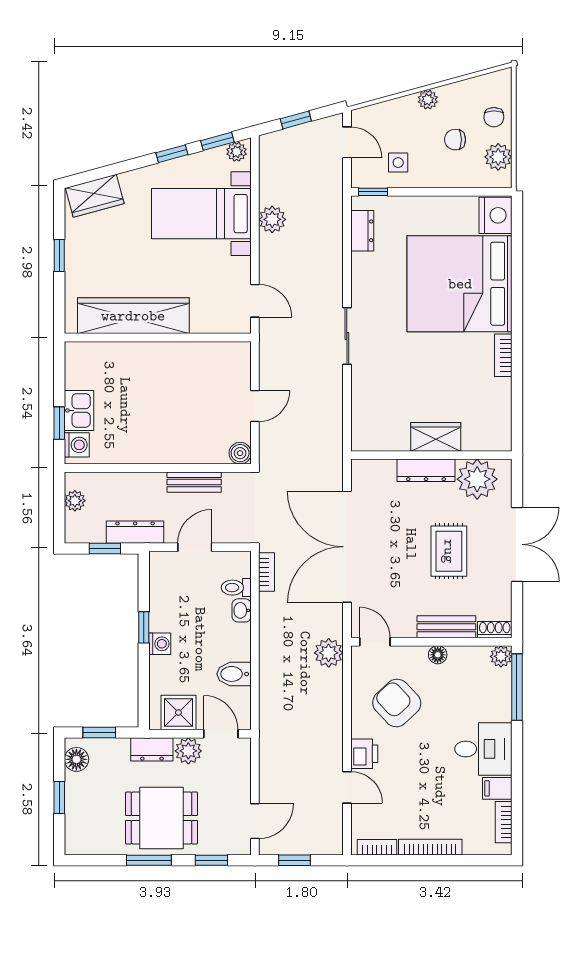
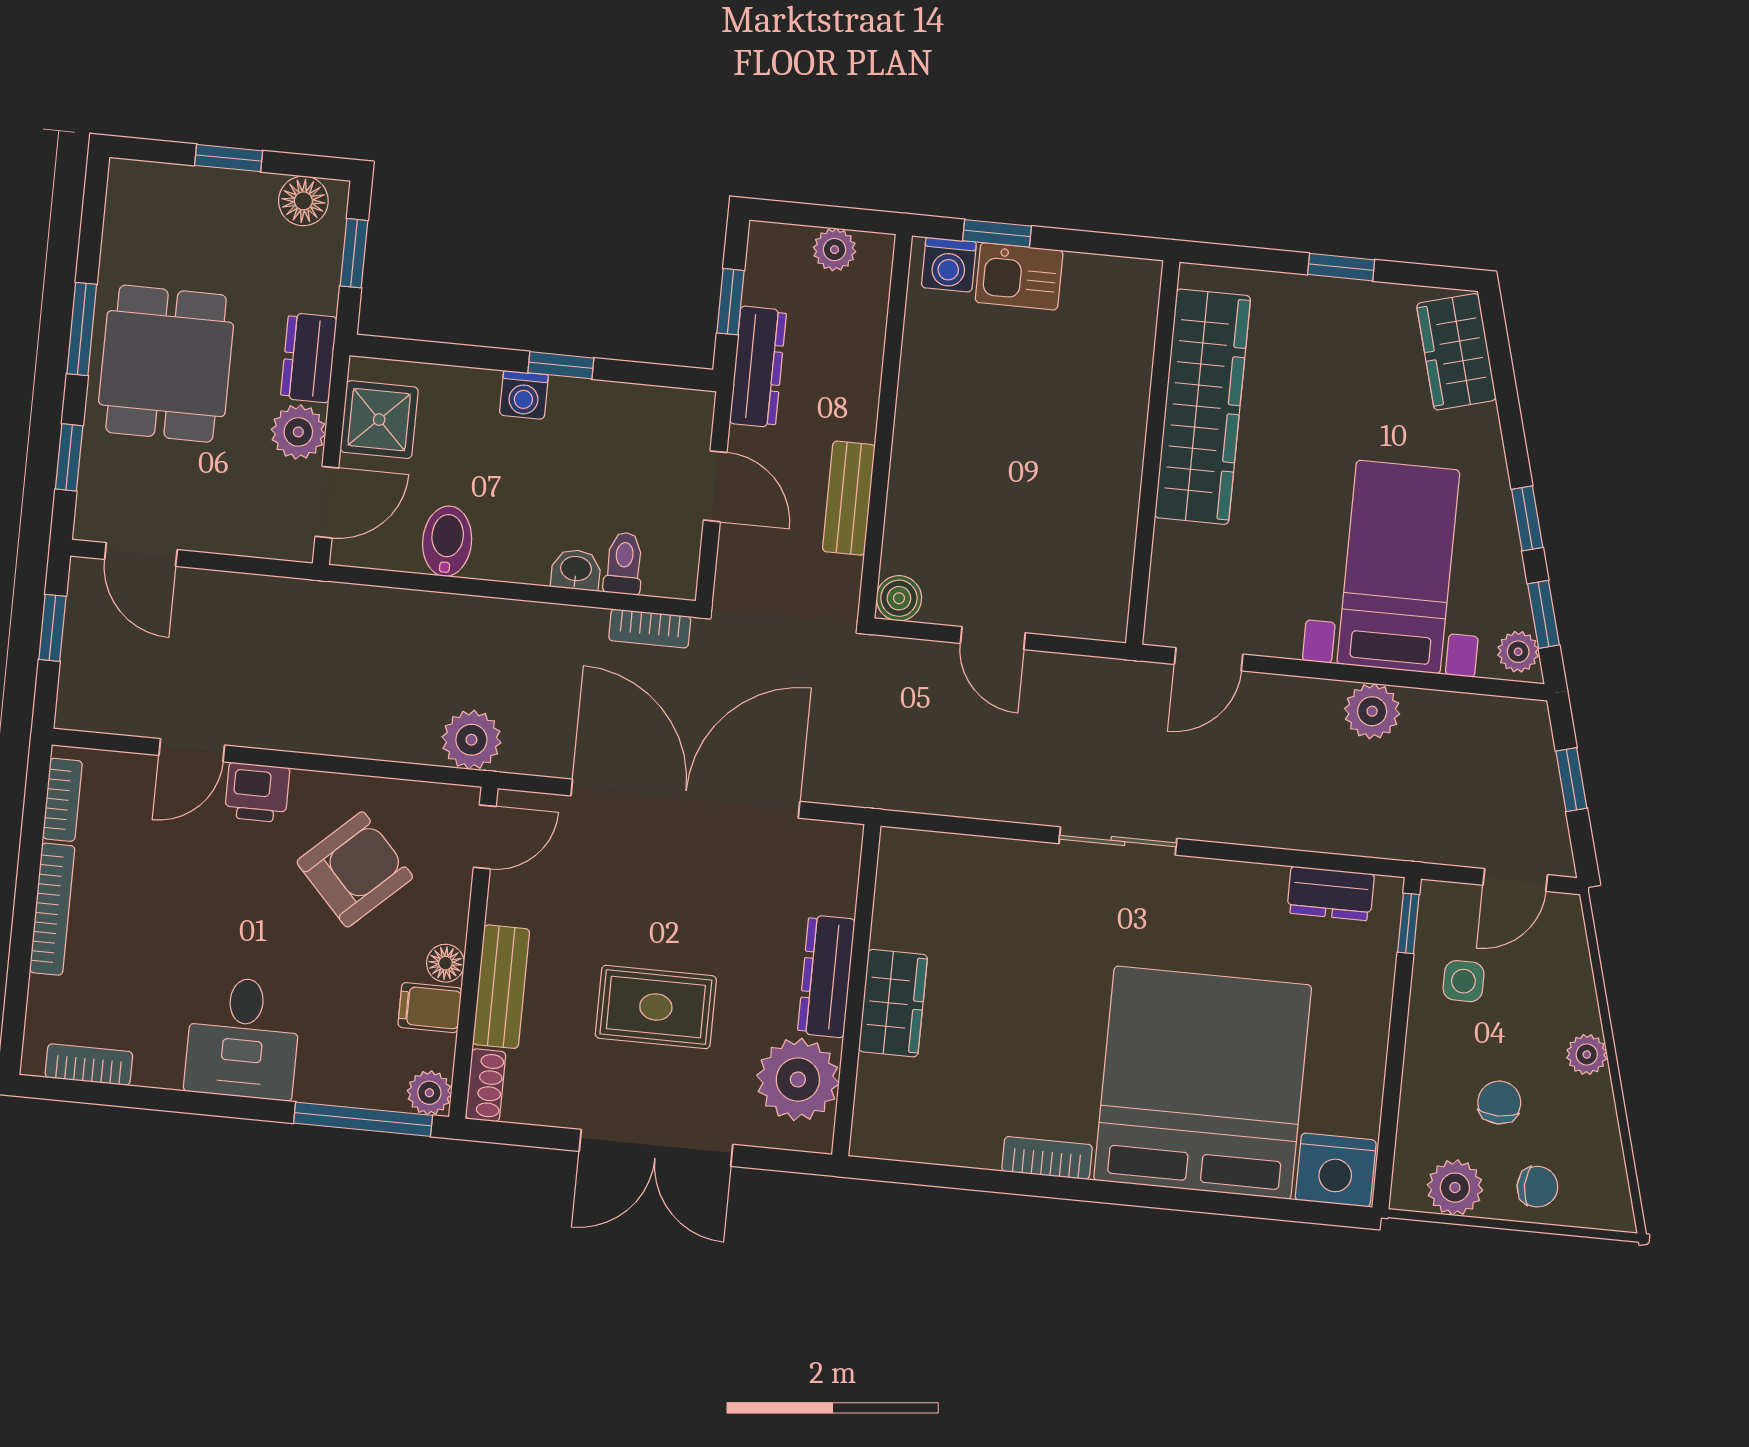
chair: (494, 117) -> (1537, 1187), turned 180
filing cabinet: (497, 788) -> (430, 1008), moved, turned -90

